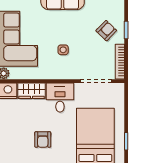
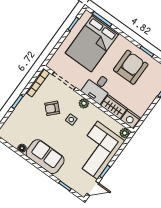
armchair: (106, 31) -> (52, 108), moved
plant: (62, 74) -> (84, 103), added
armchair: (43, 140) -> (131, 67), width x1.88, depth x1.88

